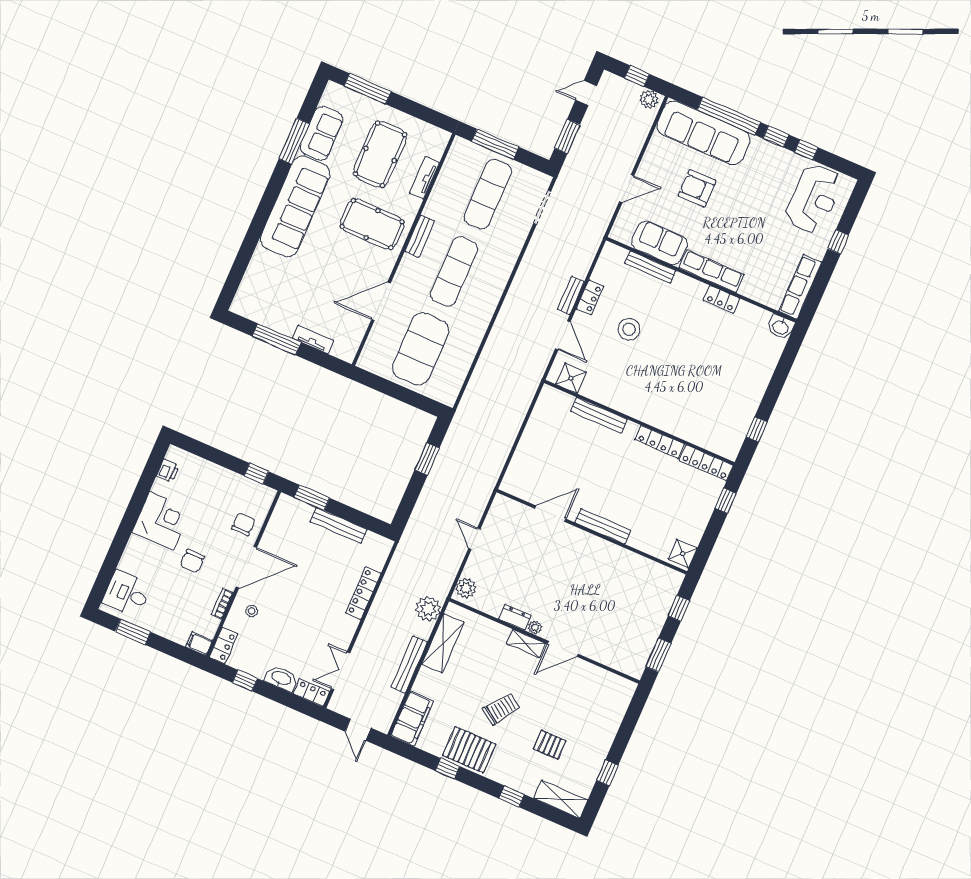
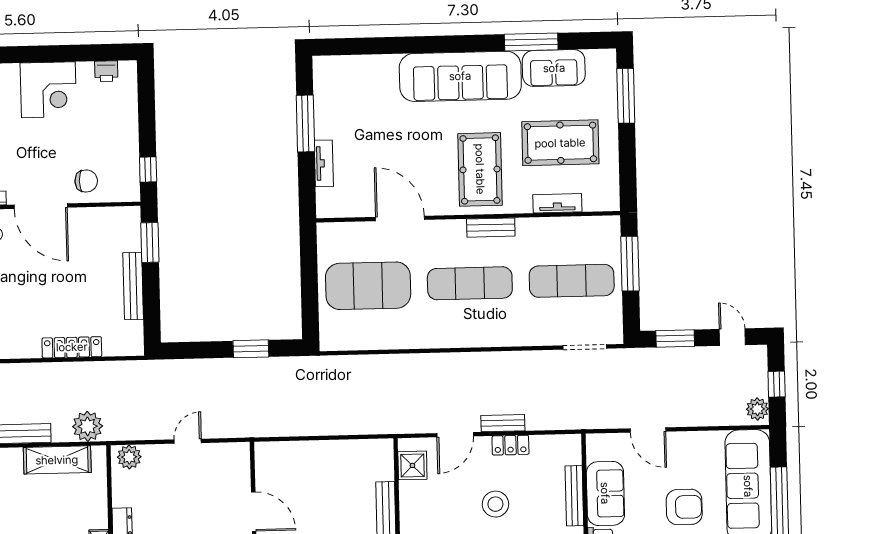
armchair: (697, 188) -> (684, 507), turned 90
chair: (192, 561) -> (20, 144), removed

